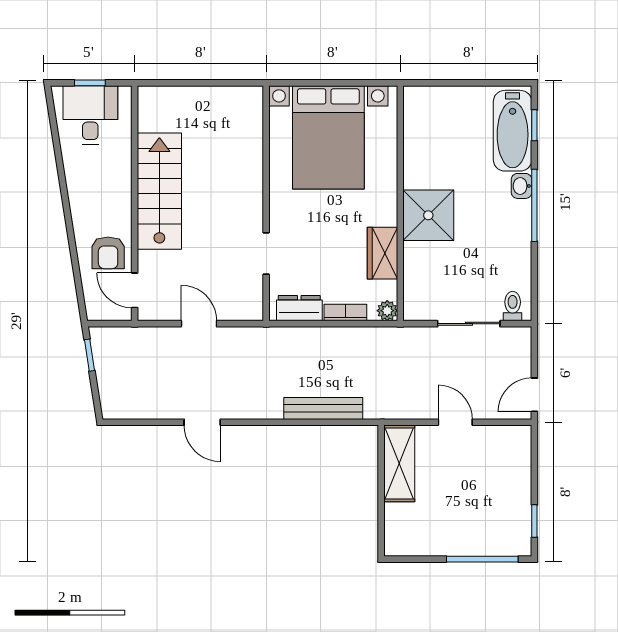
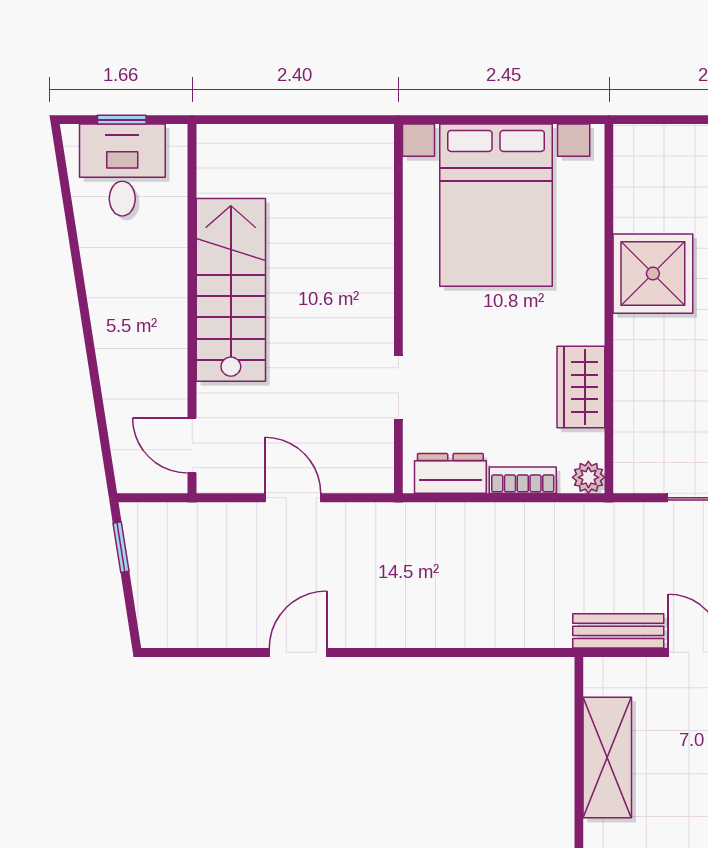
shower: (428, 215) -> (653, 274), moved
armchair: (108, 253) -> (150, 386), removed
bench: (323, 408) -> (618, 631), moved, width x0.73
door: (202, 422) -> (298, 652), swing flipped
shelving: (399, 463) -> (607, 758), moved

